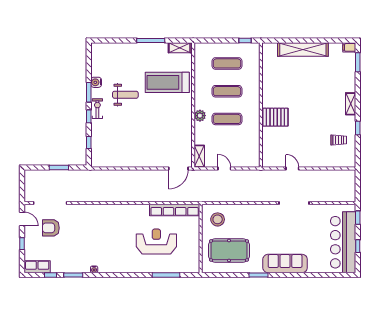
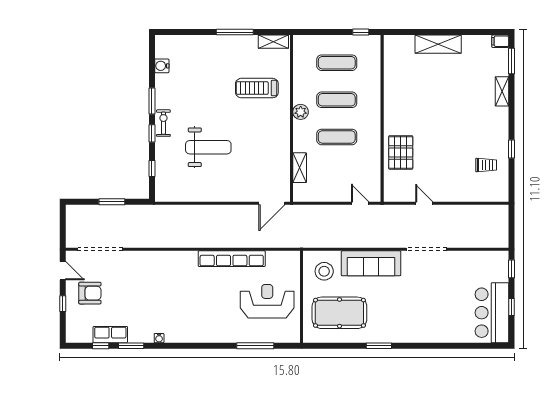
shelving: (303, 50) -> (438, 44), width x0.68
water cooler: (96, 82) -> (162, 66), moved
treadmill: (167, 82) -> (257, 88), width x0.73, depth x0.73
weight bench: (125, 95) -> (208, 147), moved, width x1.36, depth x1.33
shelving: (351, 104) -> (502, 91), moved
plant: (200, 116) -> (301, 112), moved
pallet: (275, 117) -> (401, 152), moved, turned 90
shelving: (199, 156) -> (300, 168), moved
door: (224, 169) -> (360, 203), moved
row of seats: (175, 210) -> (232, 259), moved
armchair: (51, 228) -> (90, 293), moved, turned 180
reception desk: (156, 241) -> (267, 301), moved
bar counter: (343, 242) -> (492, 313), width x0.73
sofa: (285, 263) -> (371, 263), moved, turned 180
row of seats: (37, 267) -> (110, 335), moved

